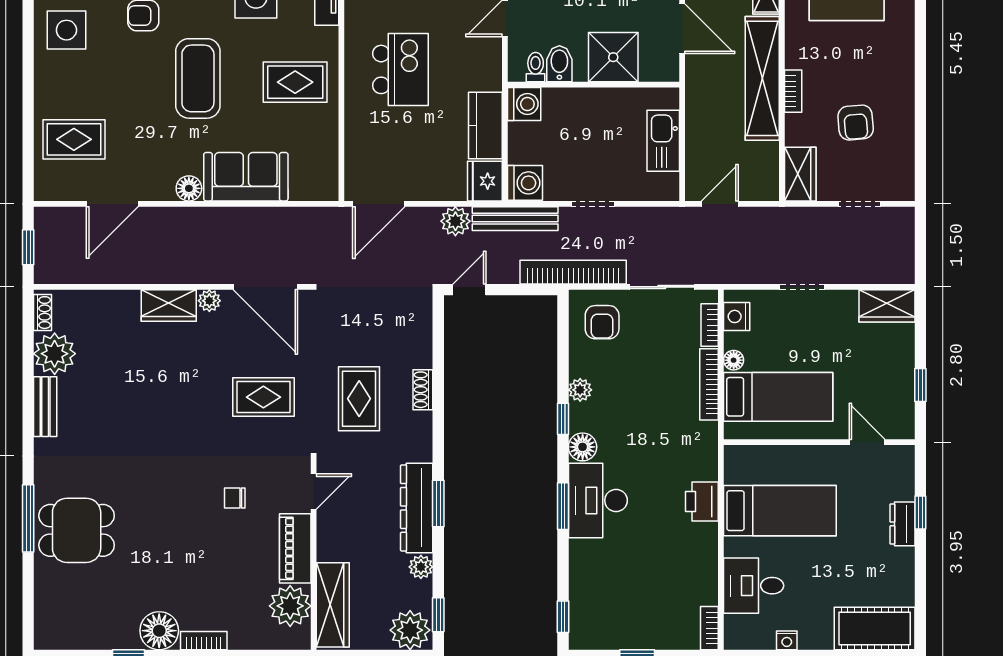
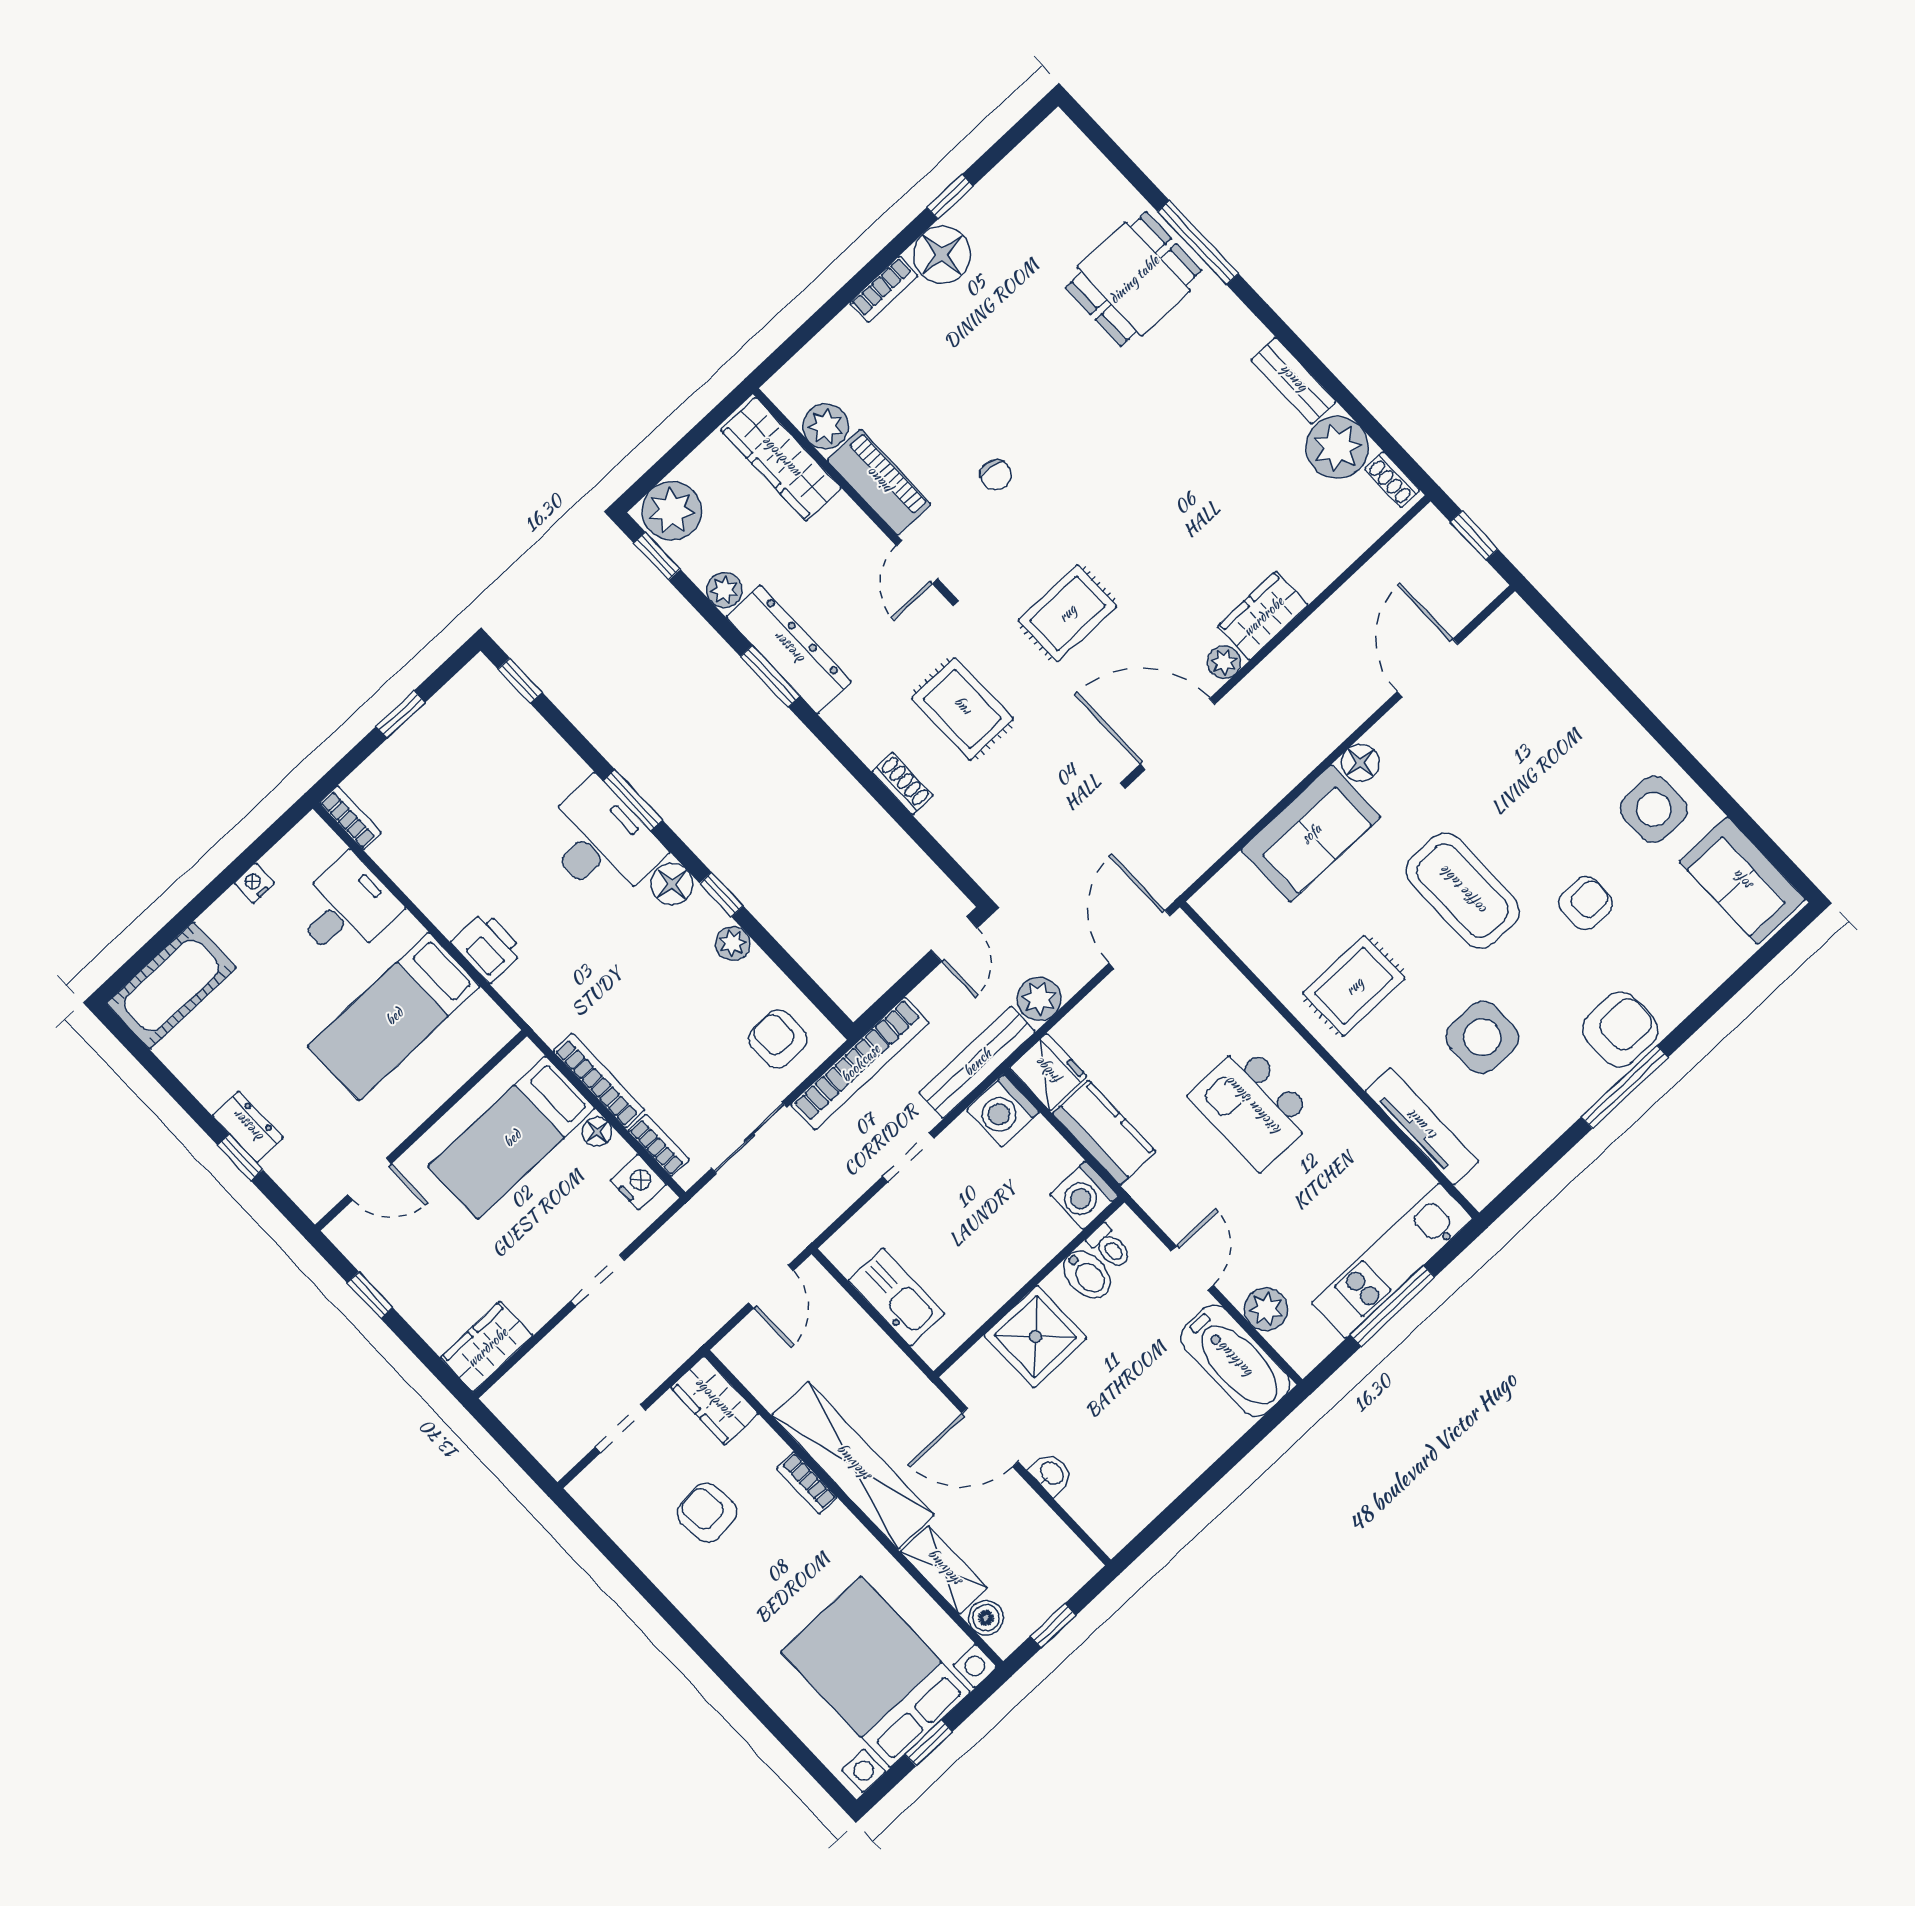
rug: (74, 139) -> (1534, 699), removed
chair: (235, 498) -> (996, 475), turned 99
plant: (290, 606) -> (826, 426), width x0.73, depth x0.73

